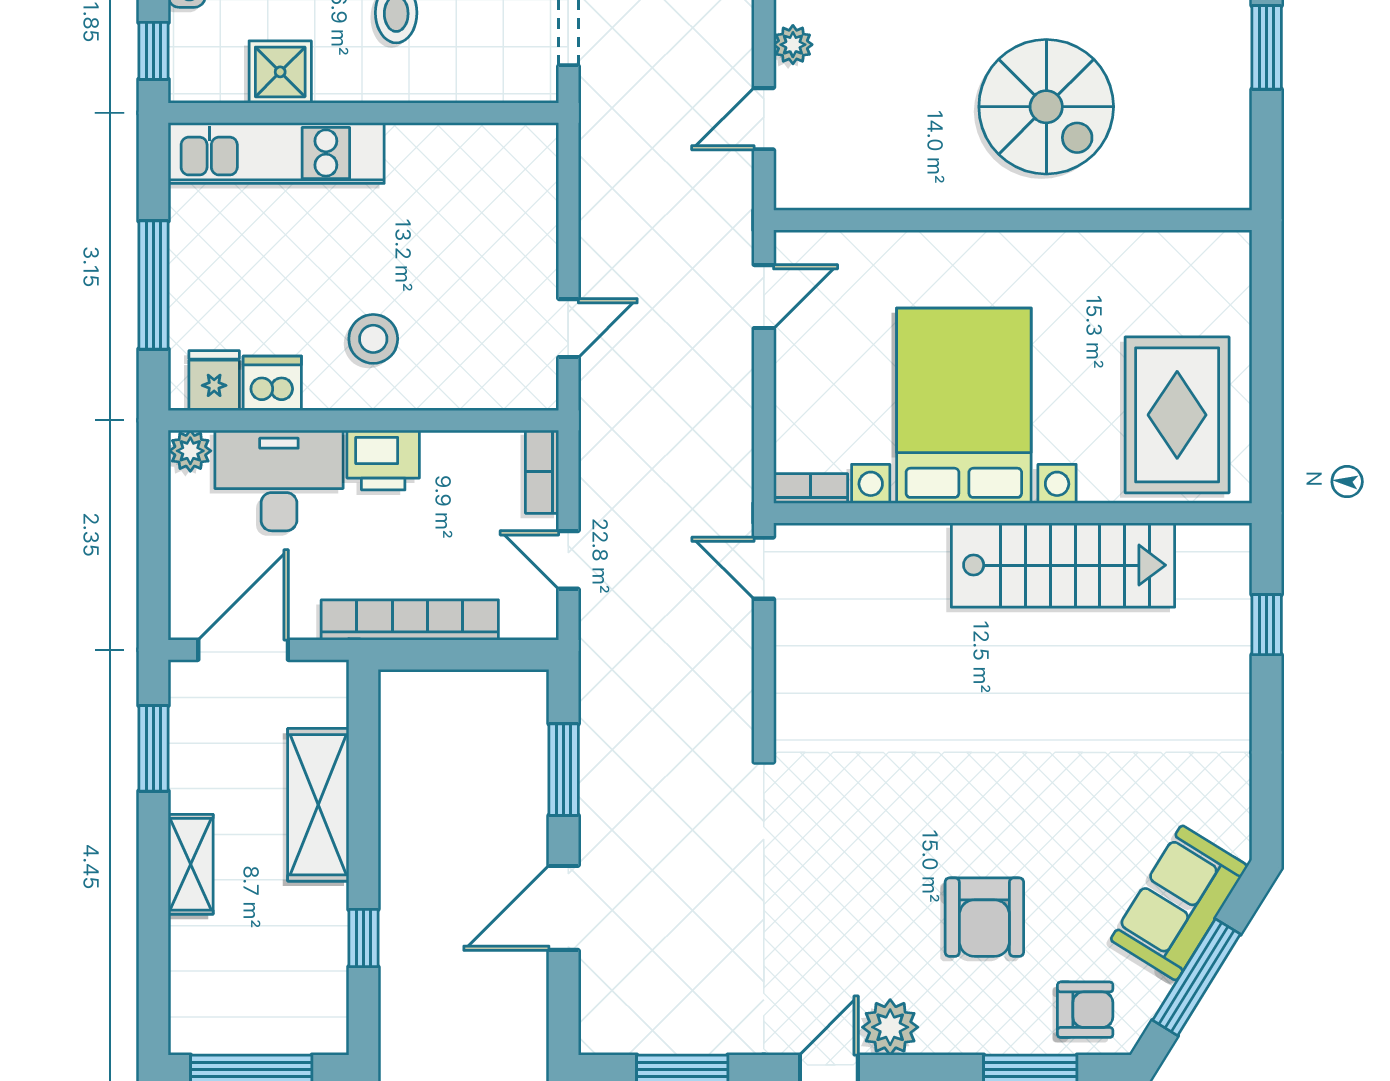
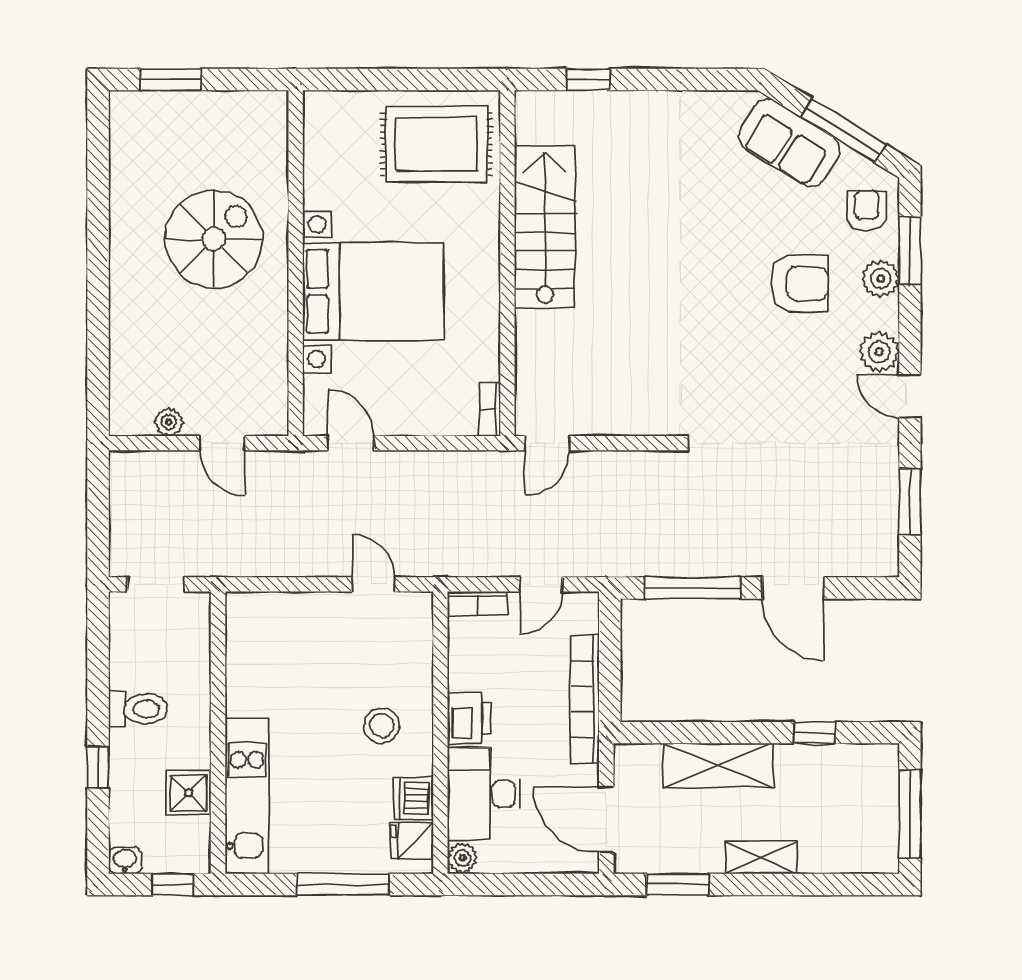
bed with nightstands: (964, 406) -> (373, 292), moved, turned 180
window: (564, 770) -> (693, 588), width x1.44
plant: (991, 1029) -> (881, 279), added

